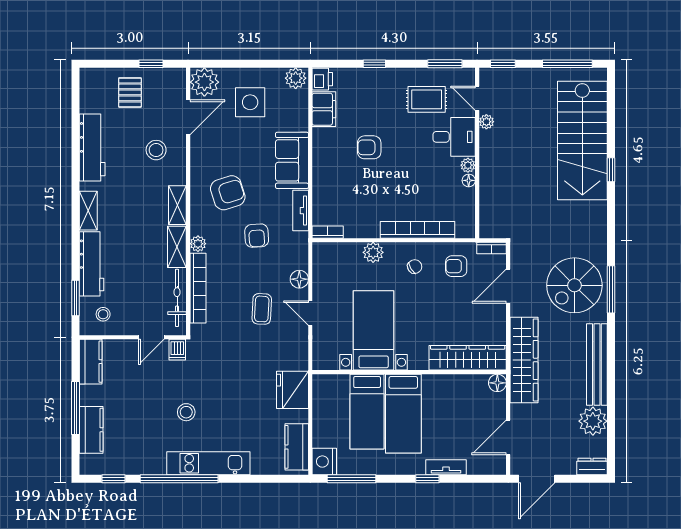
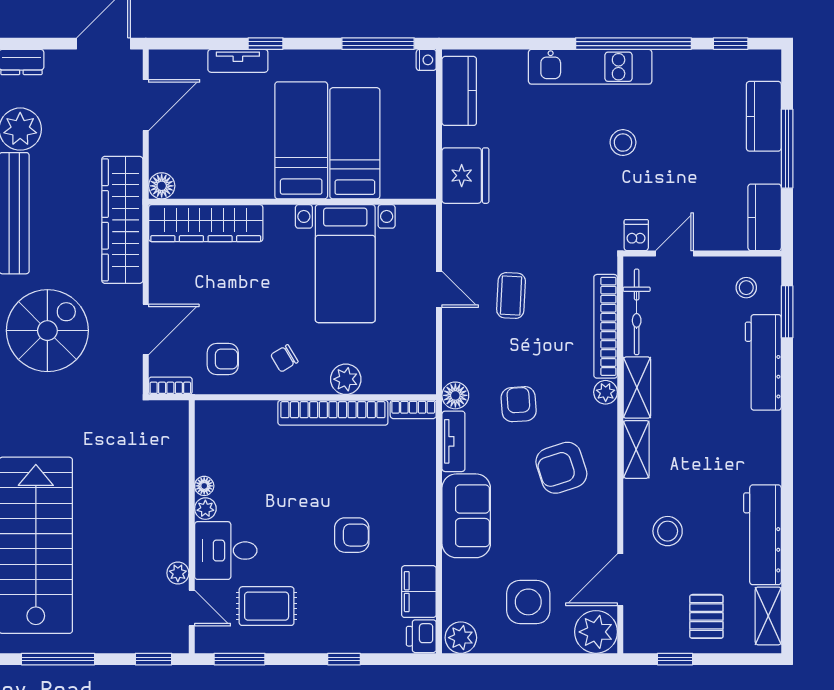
shelving: (88, 211) -> (768, 616), moved
bookcase: (418, 230) -> (333, 413), moved
floor lamp: (299, 279) -> (455, 395), moved
nightstand: (324, 462) -> (426, 60), width x0.53, depth x0.56

